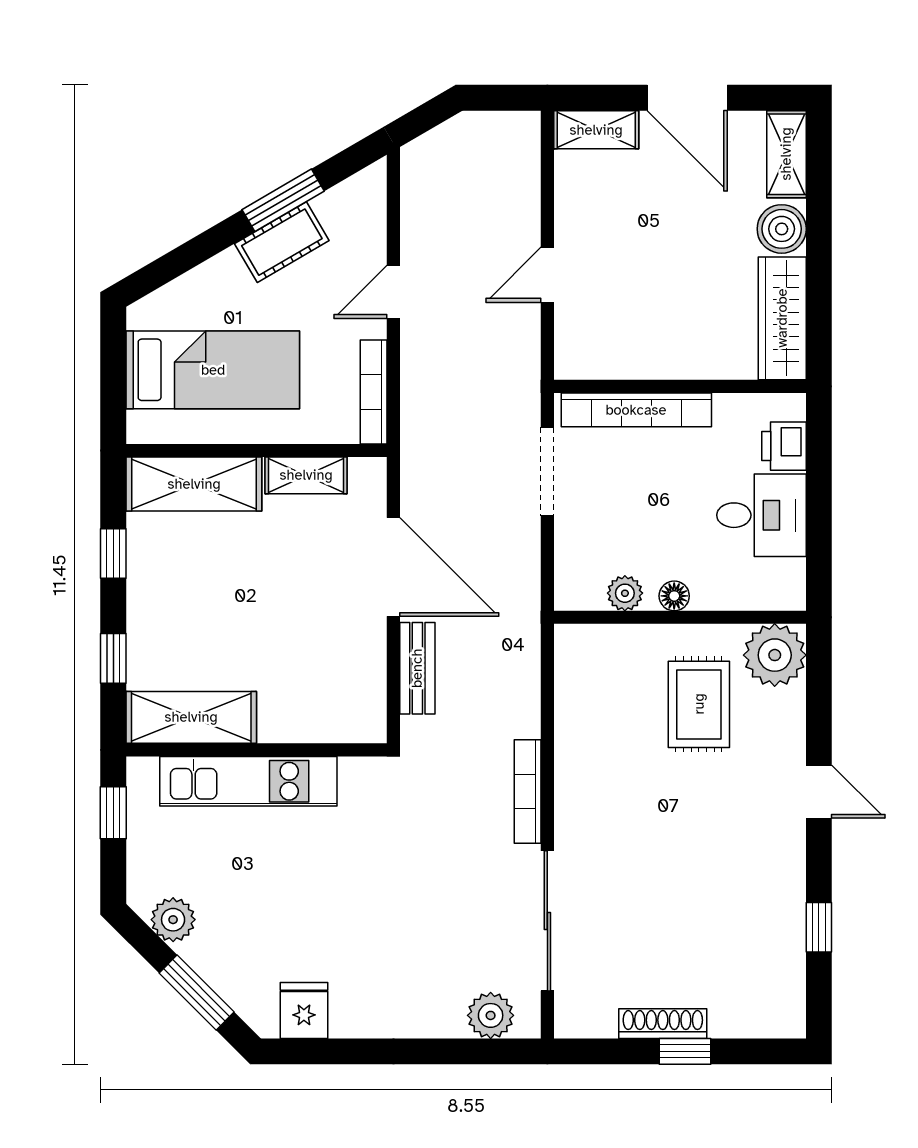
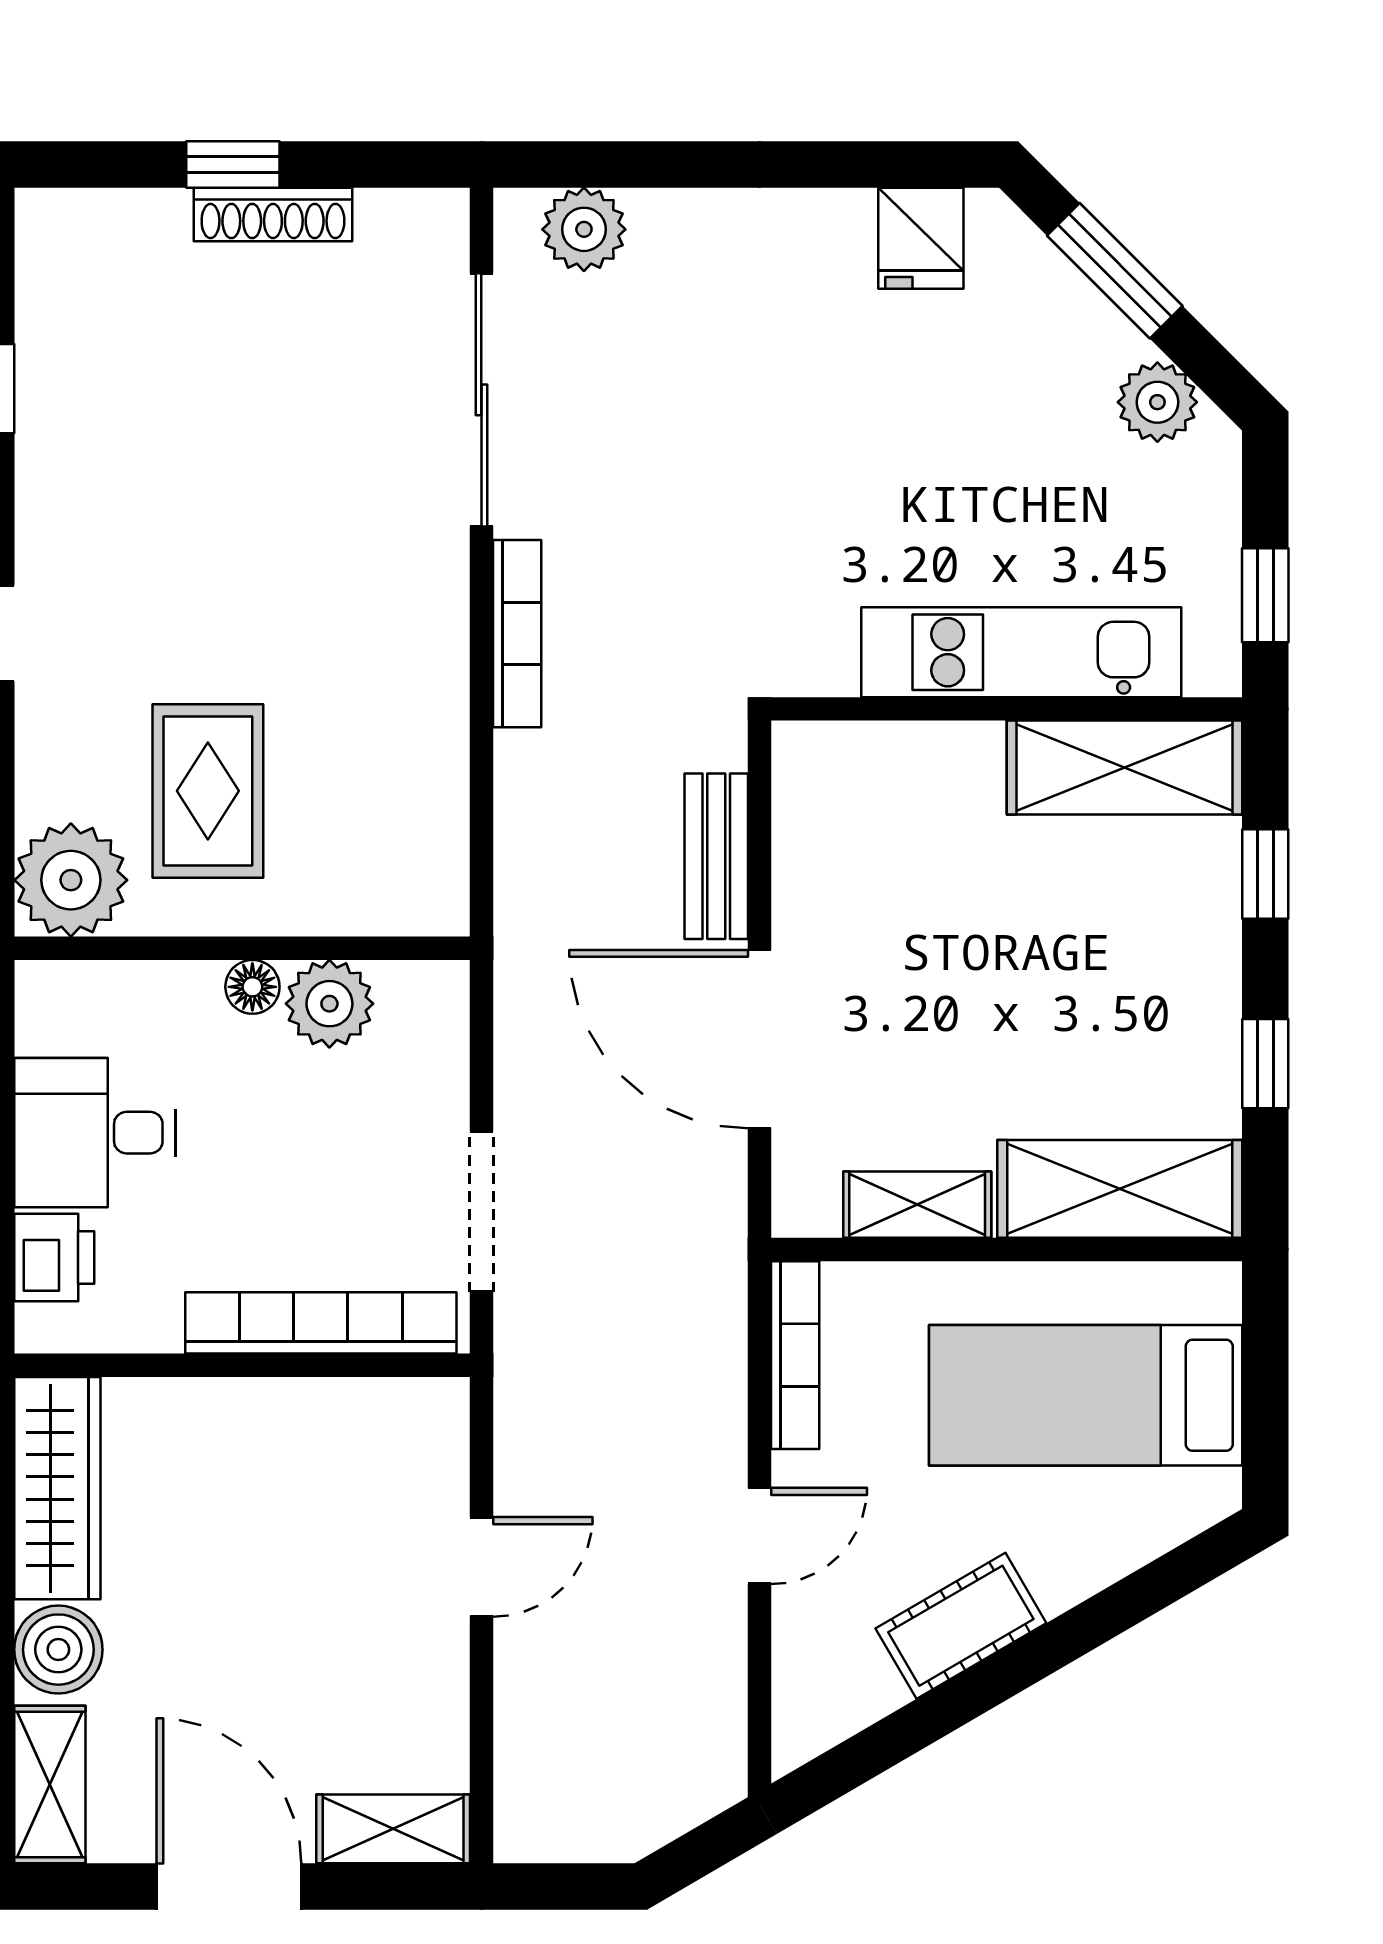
window: (283, 200) -> (959, 1701), removed
plant: (625, 593) -> (329, 1004), width x1.38, depth x1.38

